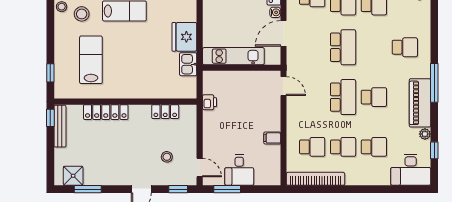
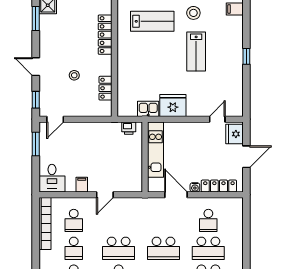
door: (283, 86) -> (105, 195), moved
printer: (209, 102) -> (129, 128), moved
stool: (167, 157) -> (74, 75), moved
desk: (239, 170) -> (52, 178), moved, turned -90

